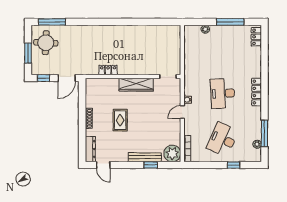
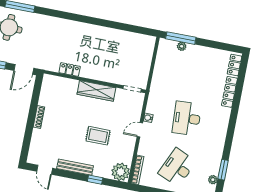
window: (230, 22) -> (181, 38), moved
locker: (257, 92) -> (229, 92), moved
rug: (120, 120) -> (98, 136), moved, turned 90
window: (264, 133) -> (223, 170), width x0.69
dresser: (90, 149) -> (34, 150), removed
bench: (145, 157) -> (75, 167), moved

